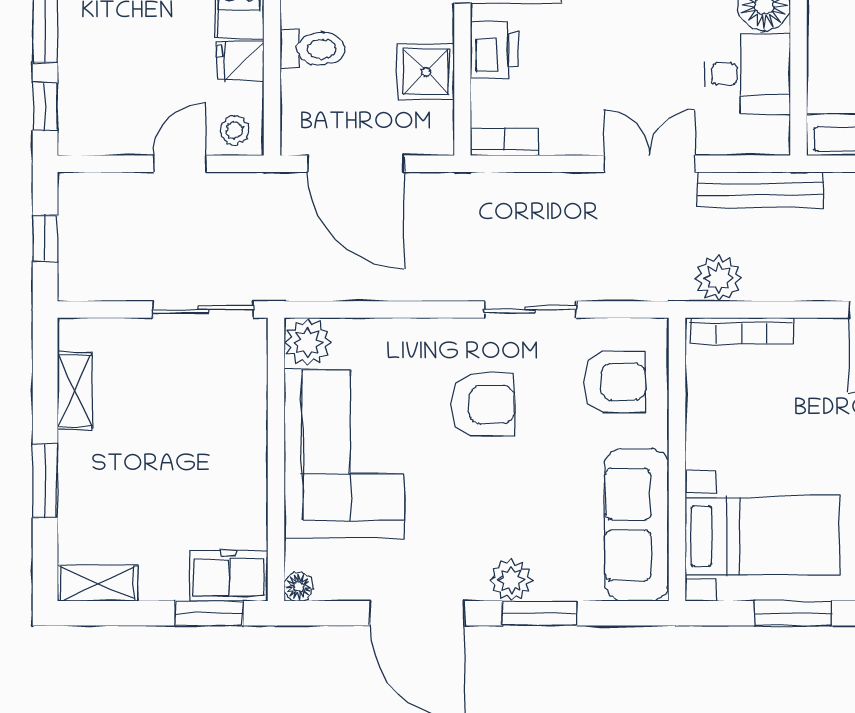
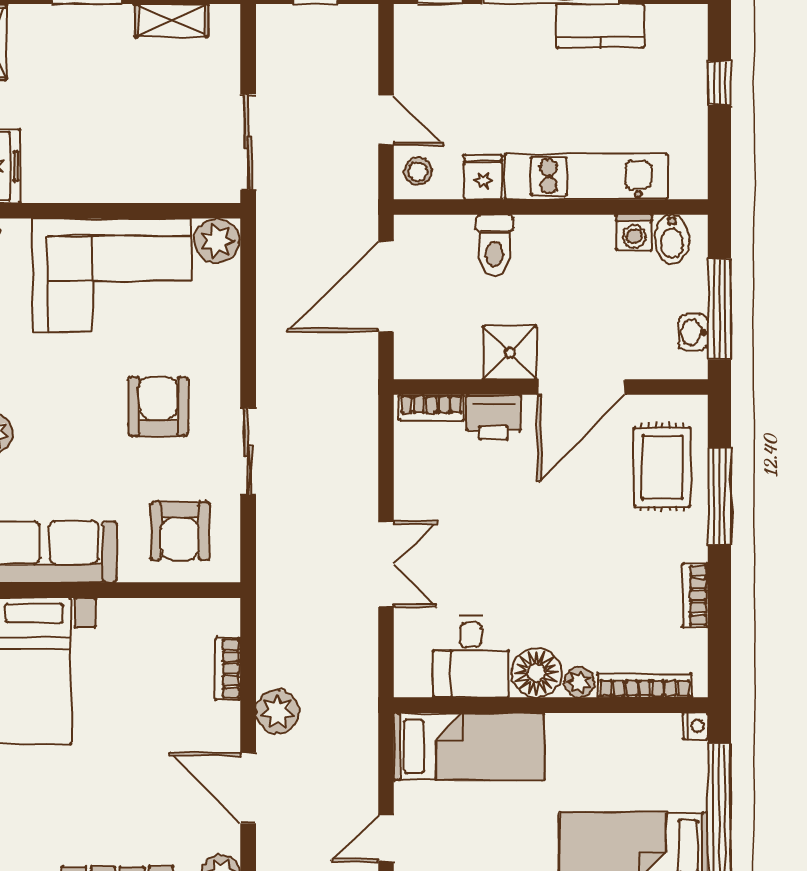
shower: (426, 72) -> (510, 353), moved
bookcase: (505, 142) -> (431, 408), moved, turned 90
bench: (760, 189) -> (362, 669), removed
plant: (719, 279) -> (277, 712), moved
bookcase: (741, 331) -> (228, 669), width x0.64
armchair: (483, 405) -> (158, 407), turned 180

